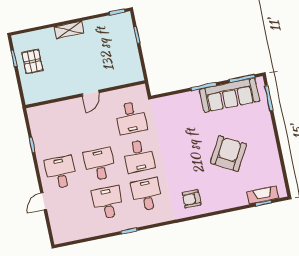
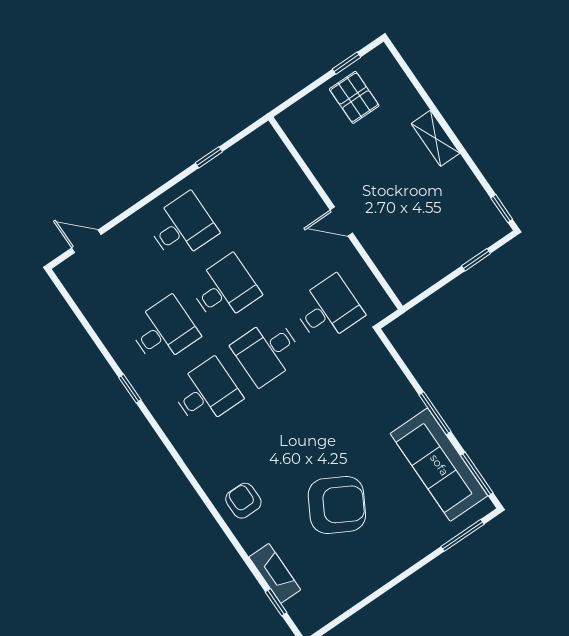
pallet: (32, 61) -> (354, 97), turned 90
desk: (131, 118) -> (328, 309), turned 180
fireplace: (263, 195) -> (275, 573), moved
armchair: (191, 199) -> (243, 501), moved
door: (44, 201) -> (86, 241), moved

